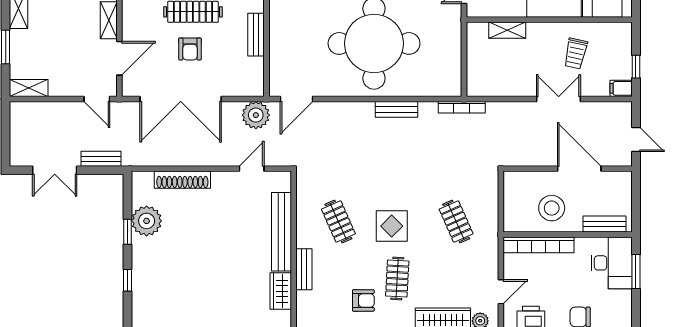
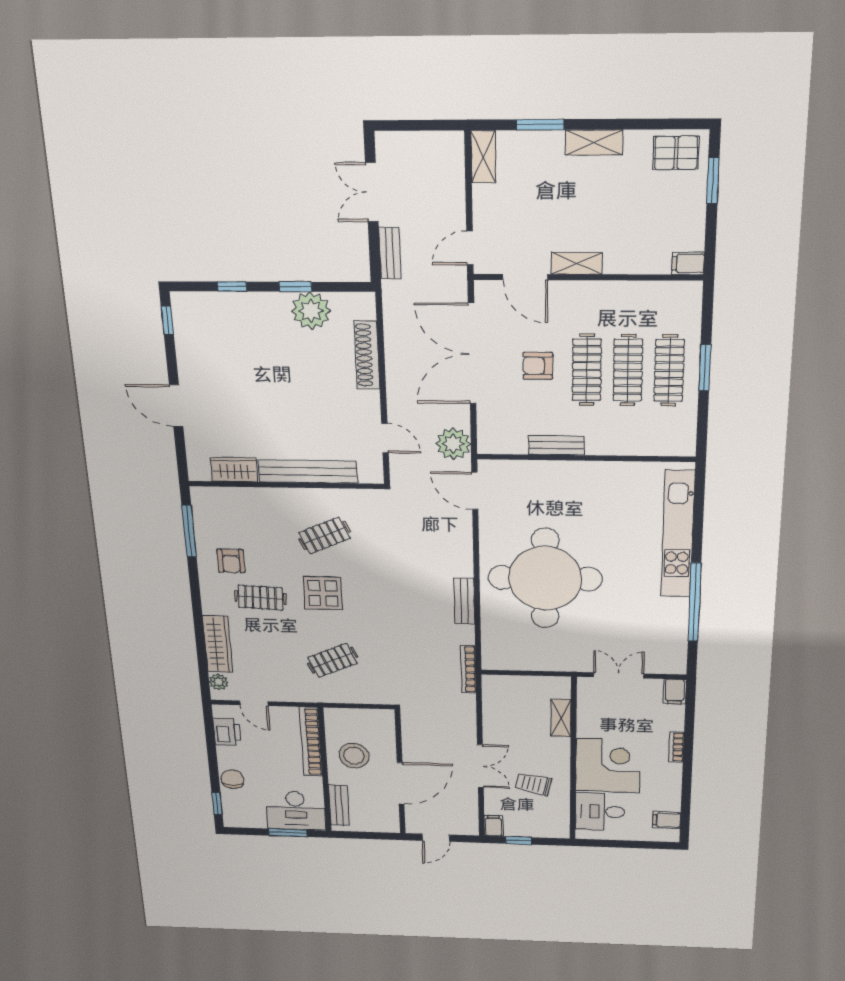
bench: (304, 269) -> (263, 496), removed

